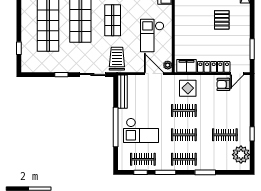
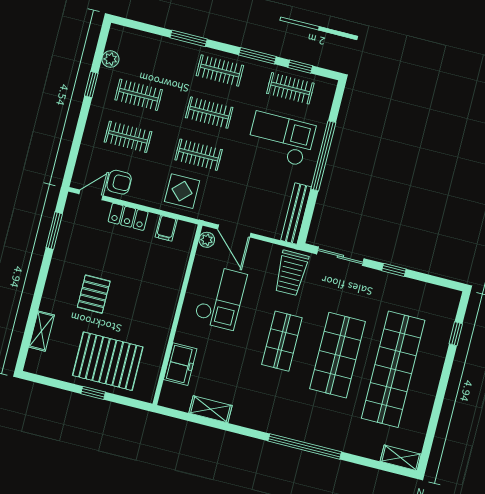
filing cabinet: (187, 66) -> (166, 228), width x0.50
locker: (214, 67) -> (128, 217), width x0.66
clothes rail: (225, 110) -> (128, 137), added
plant: (241, 155) -> (110, 59), width x0.53, depth x0.53

